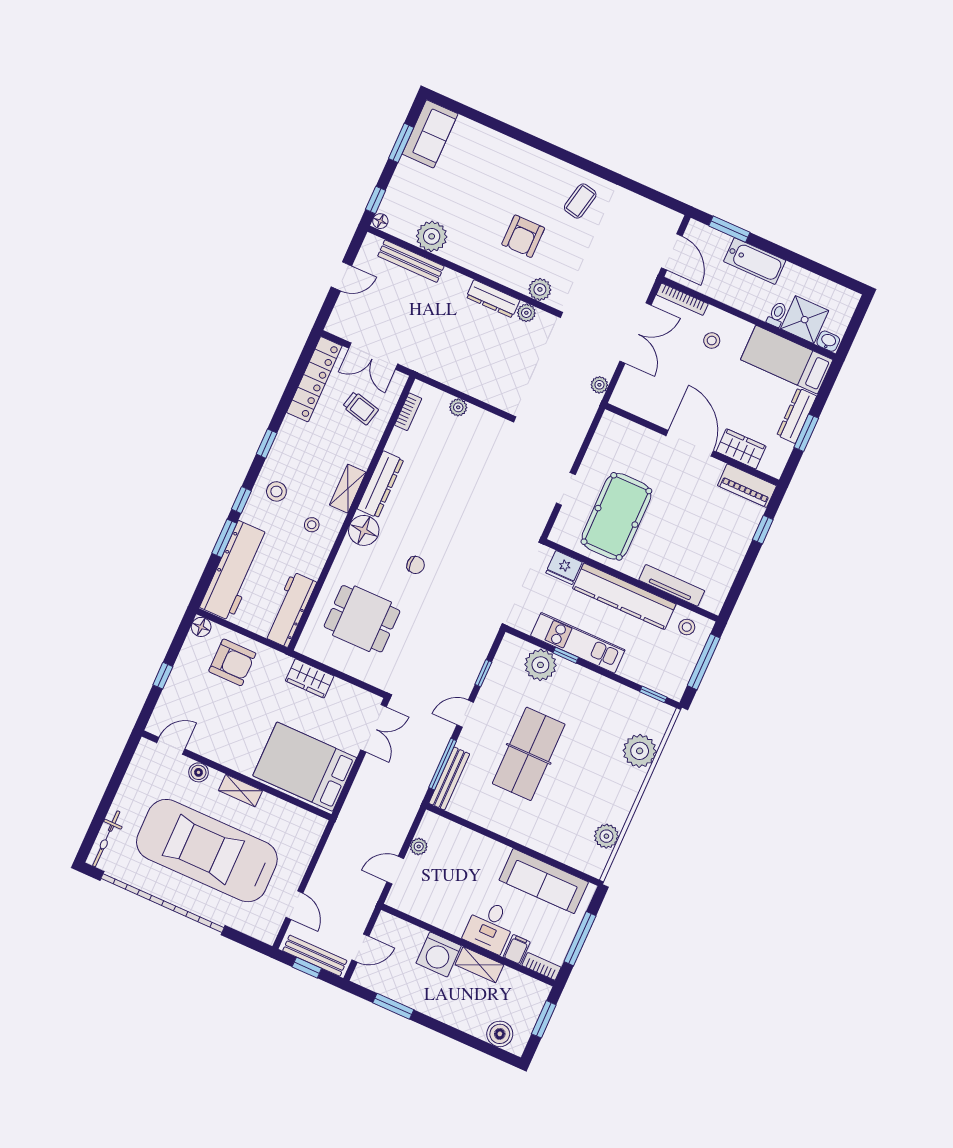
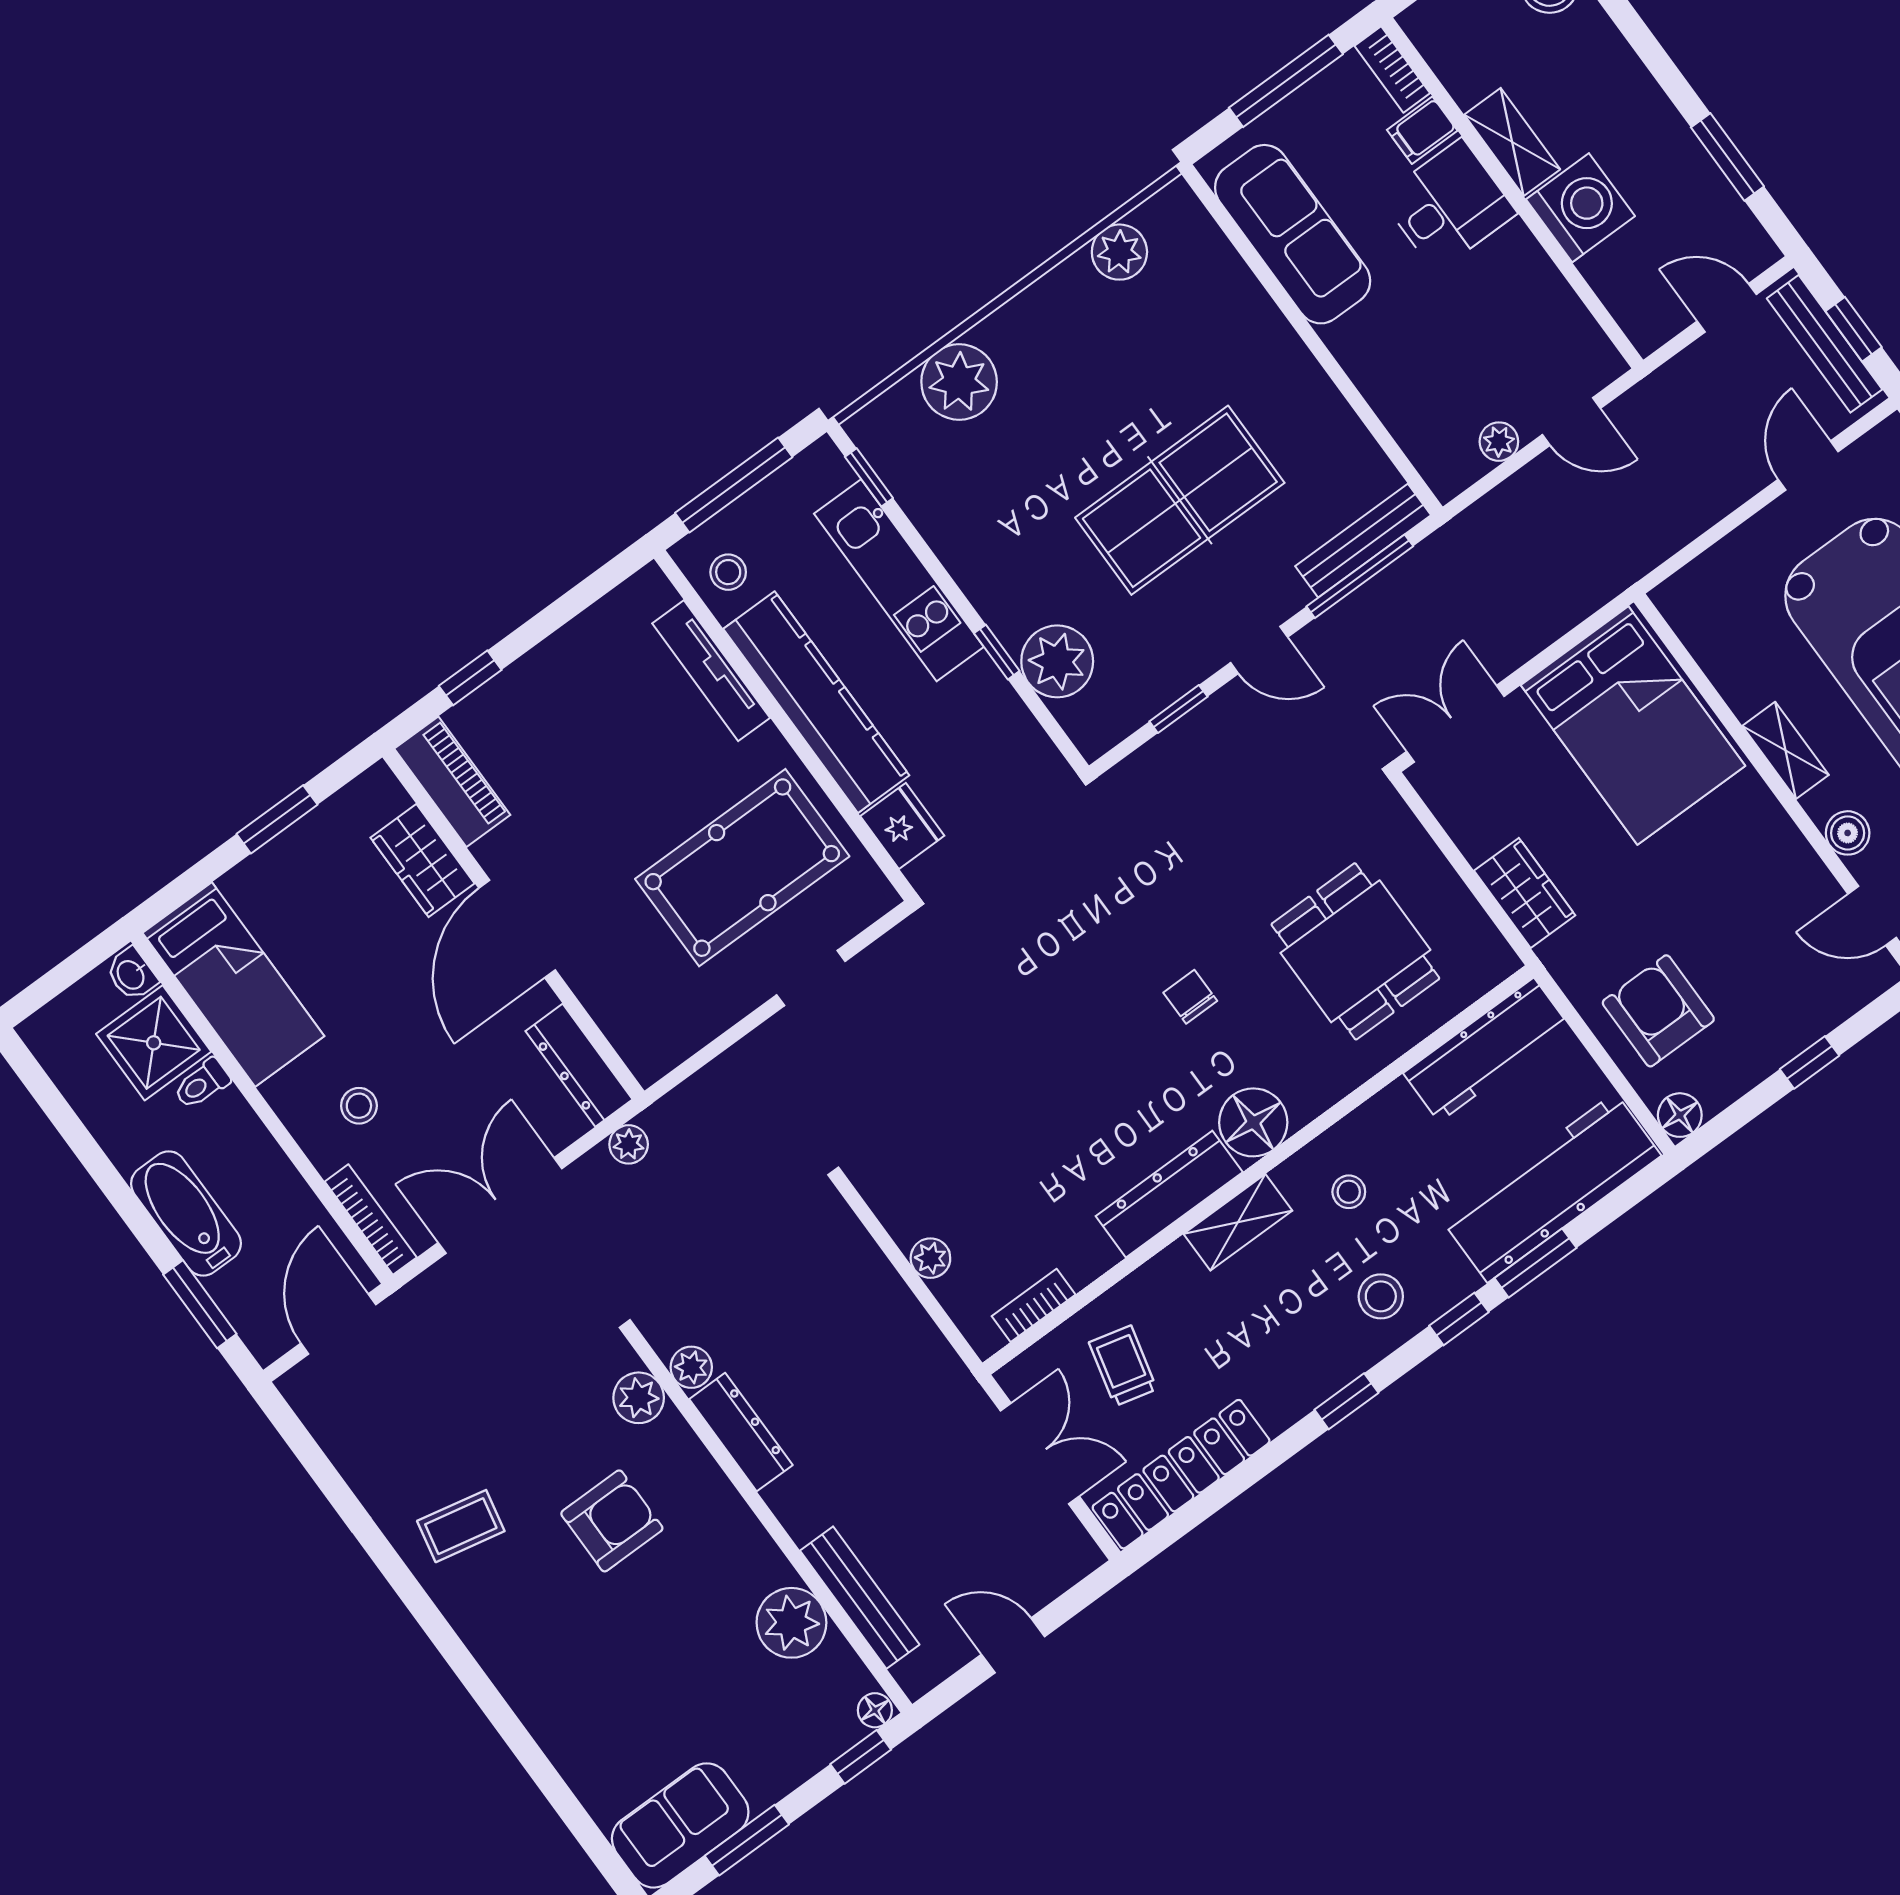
dresser: (797, 416) -> (579, 1065), moved, turned 90
kitchen unit: (578, 643) -> (899, 580), moved

